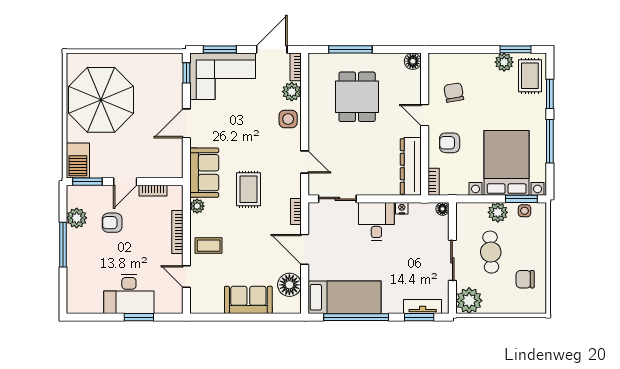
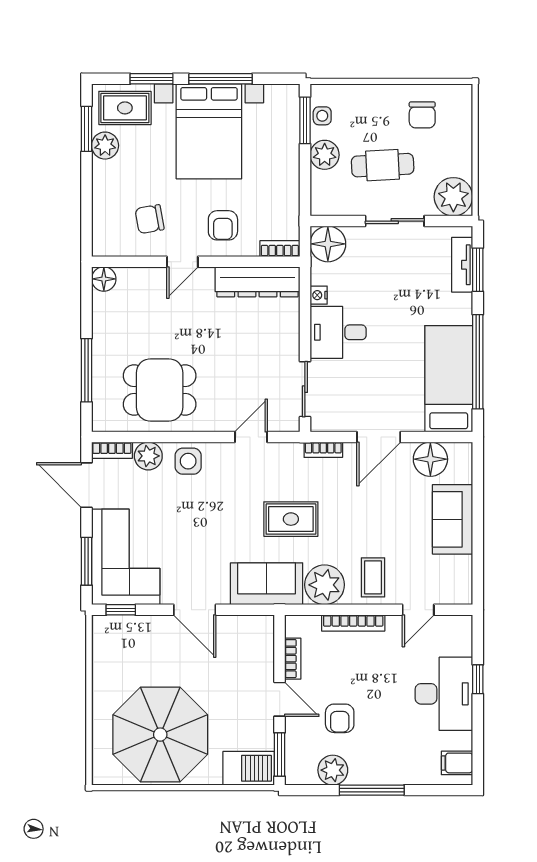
dining table: (357, 97) -> (160, 390), moved
bed with nightstands: (507, 163) -> (209, 131), moved, turned -90
plant: (197, 206) -> (325, 585), width x1.88, depth x1.88
floor lamp: (443, 209) -> (328, 244), width x1.89, depth x1.89
filing cabinet: (82, 303) -> (457, 763), added
window: (139, 317) -> (478, 679), width x0.67

